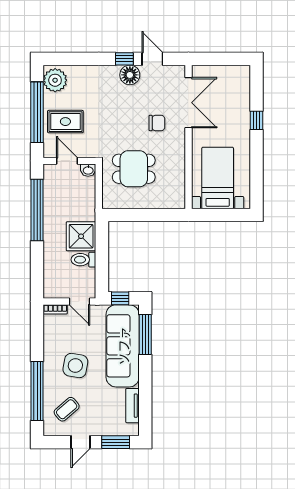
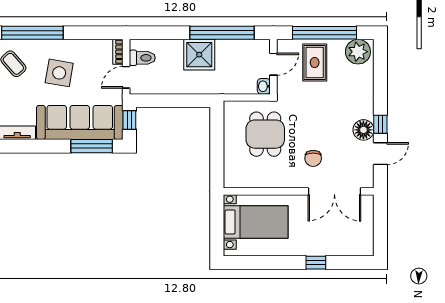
shower: (81, 236) -> (199, 55), moved
toilet: (83, 260) -> (142, 58), moved, turned 90

